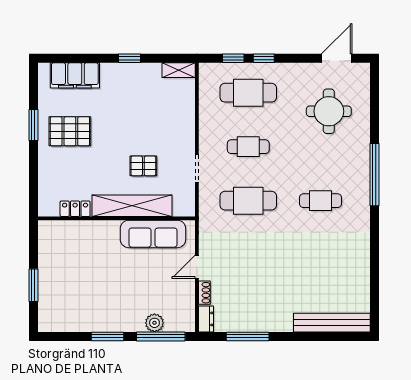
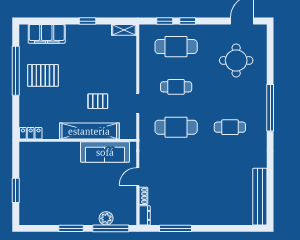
window: (33, 125) -> (16, 71), width x2.11
locker: (75, 209) -> (31, 133), moved
bench: (332, 323) -> (260, 197), moved, turned 90

